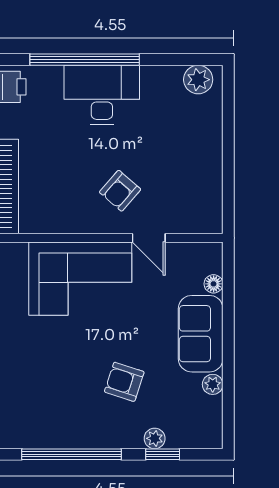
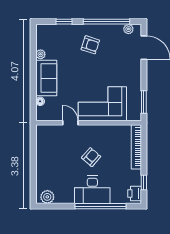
armchair: (120, 191) -> (91, 157), moved
armchair: (124, 382) -> (90, 45), moved
plant: (155, 438) -> (128, 29), moved

